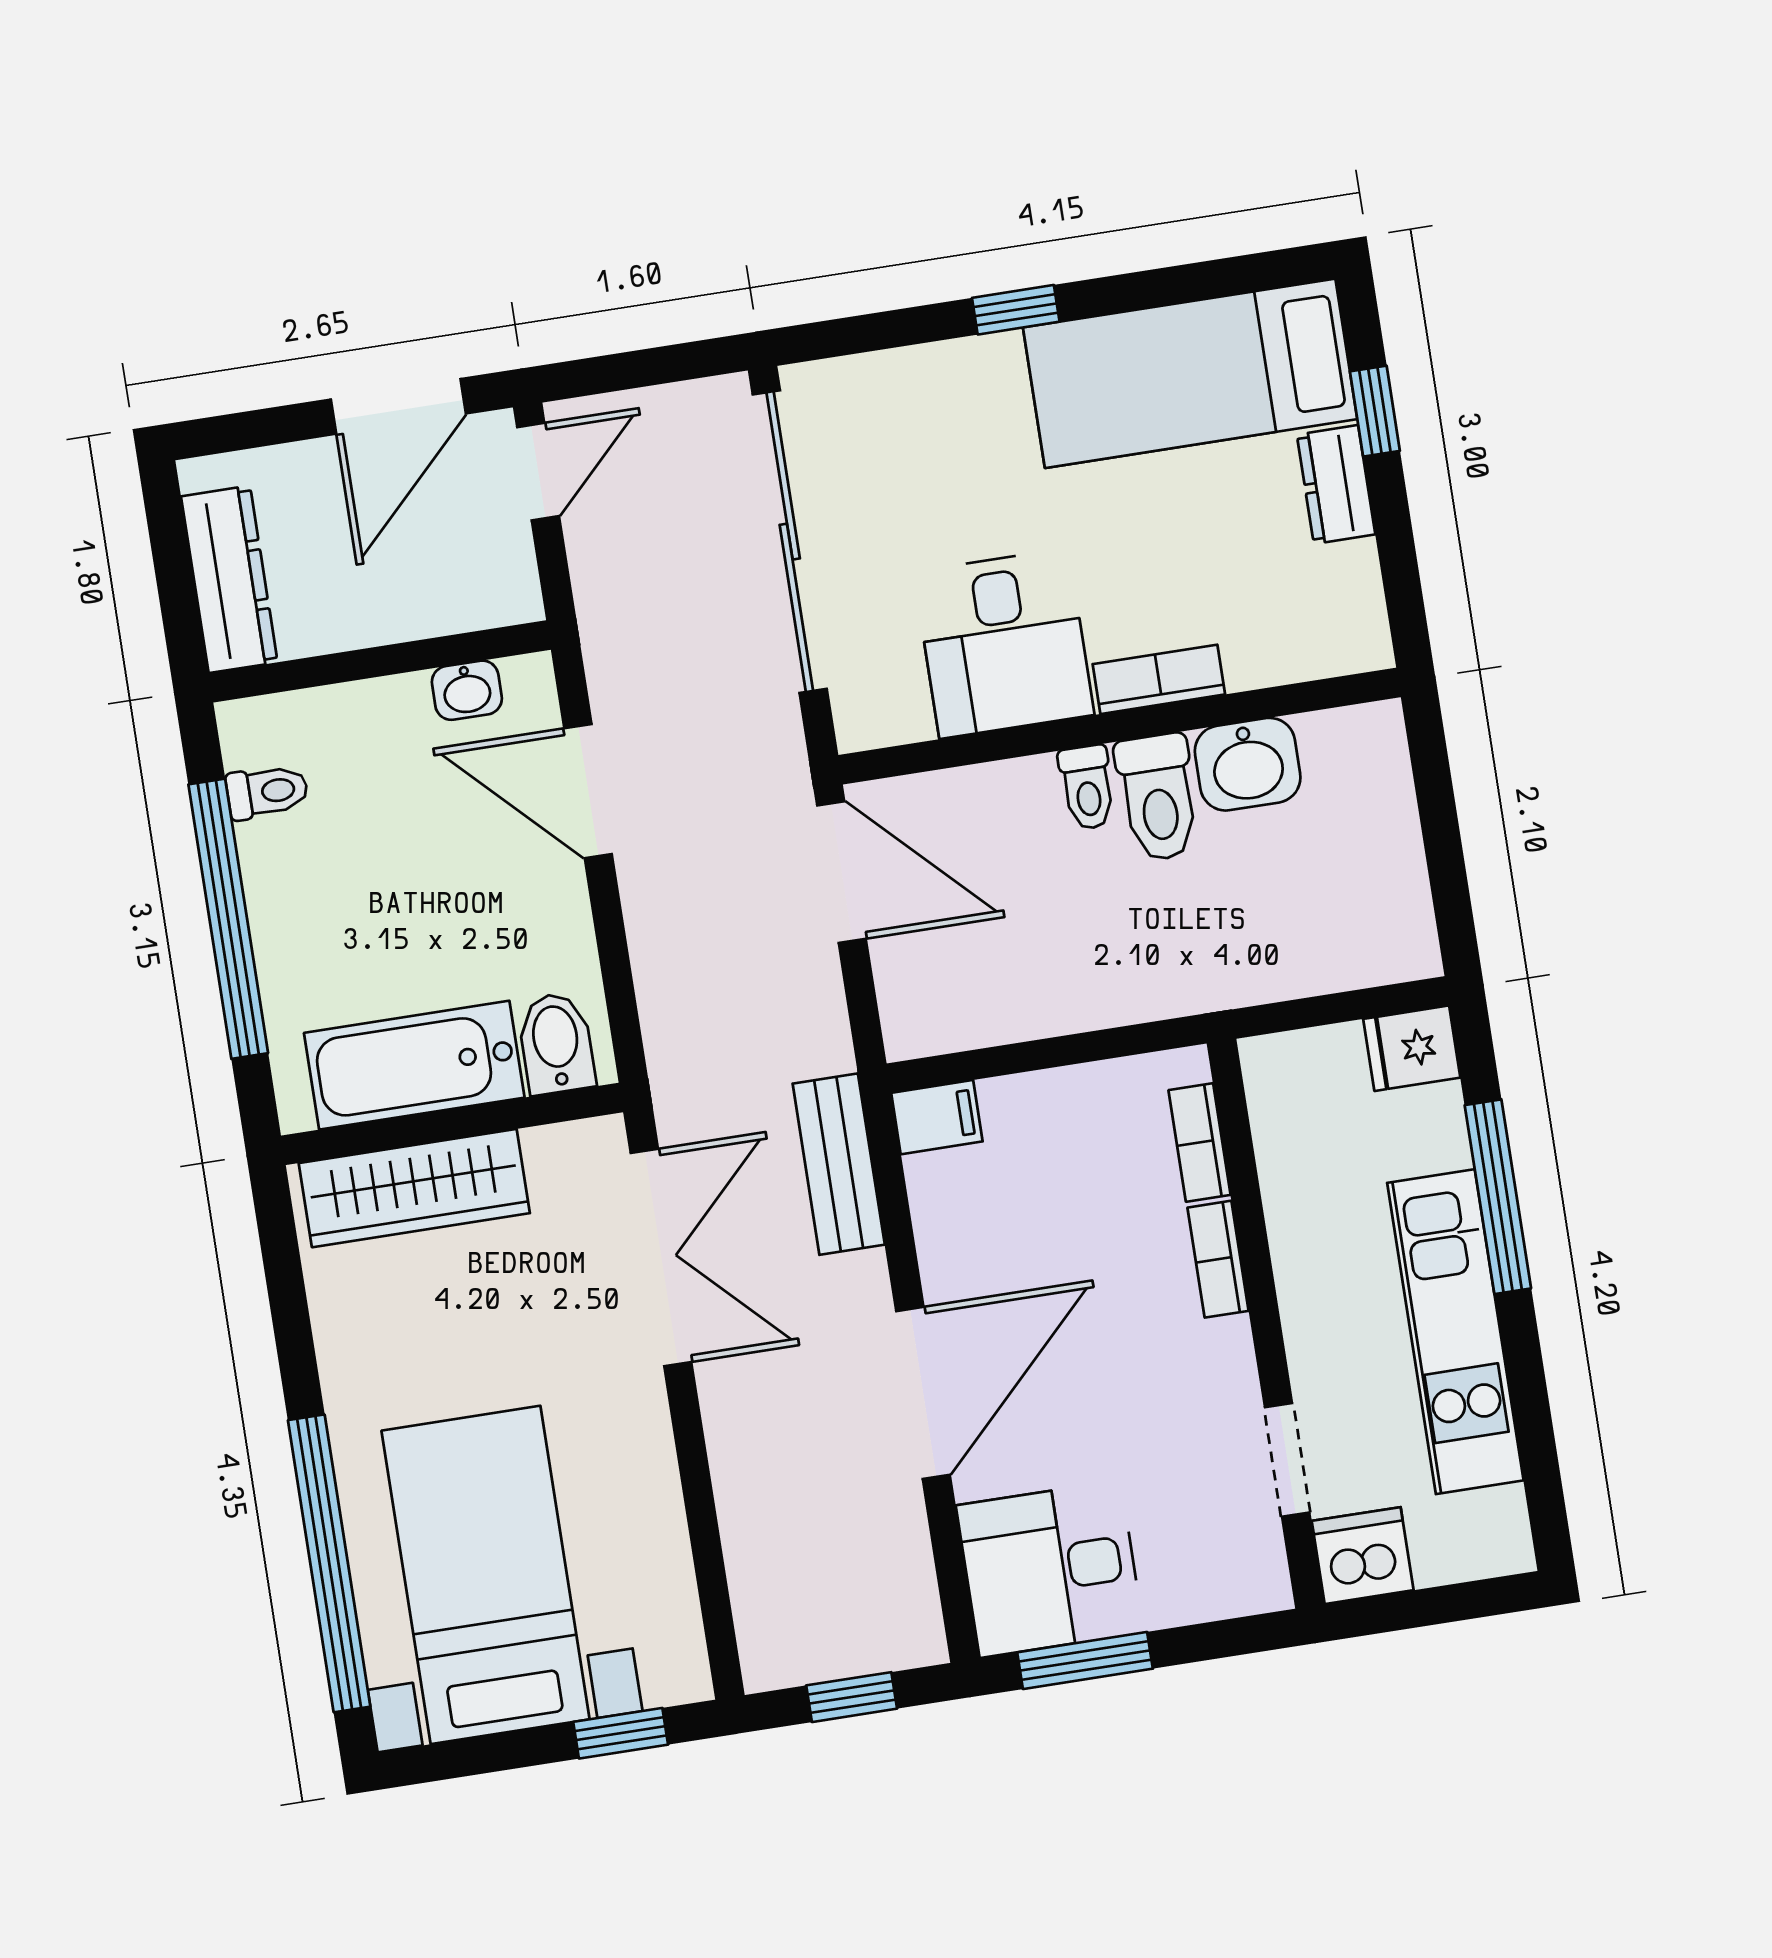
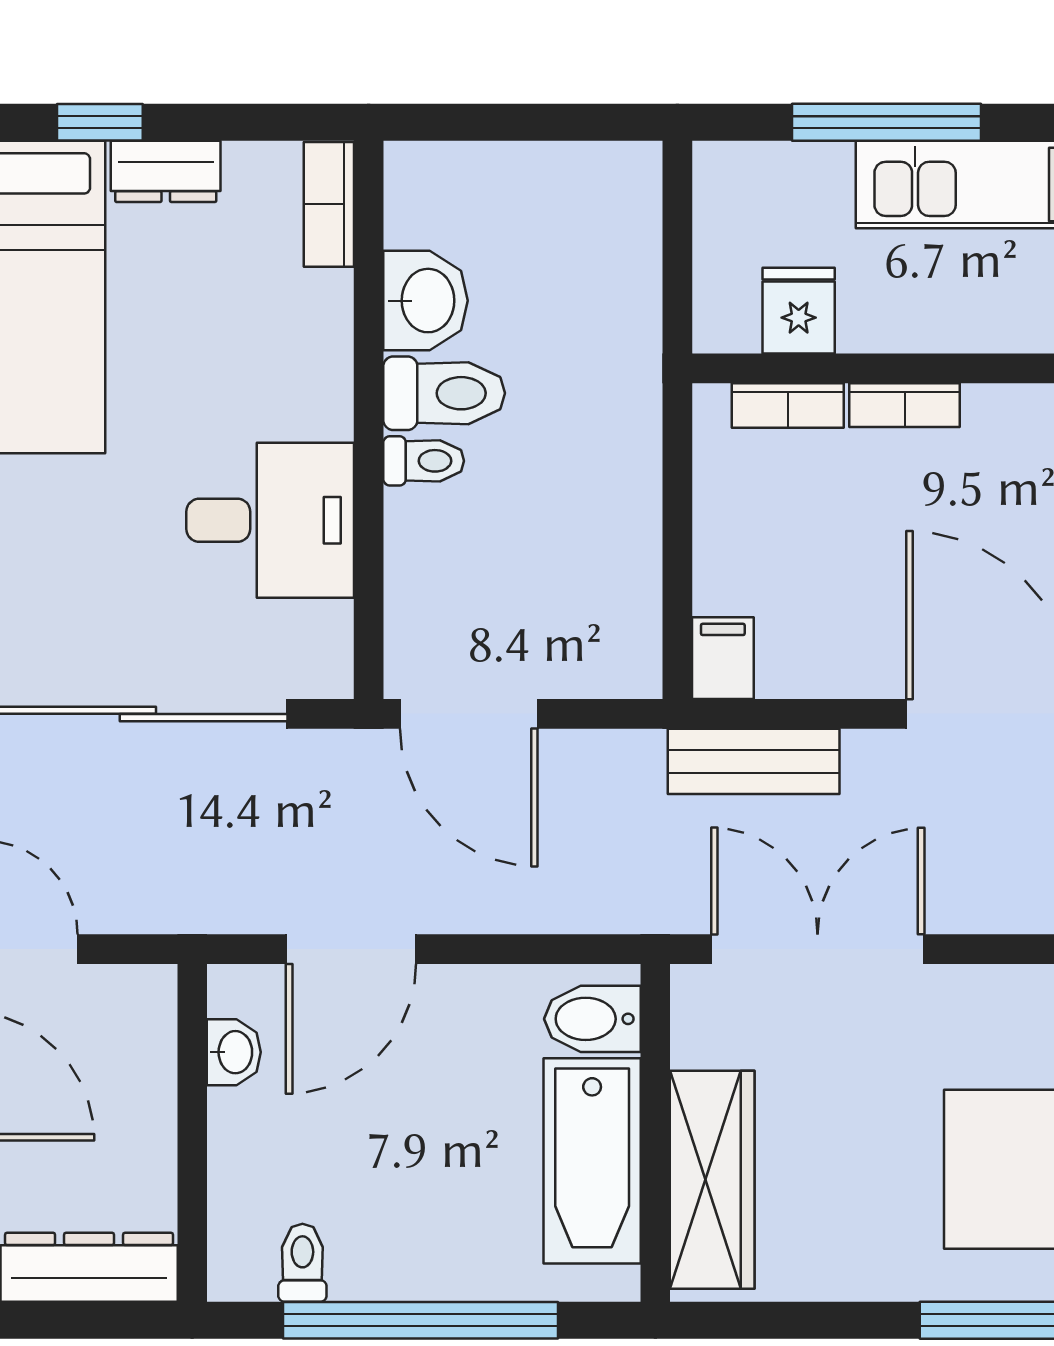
bookcase: (1159, 679) -> (329, 204), moved
door: (841, 872) -> (469, 714), swing flipped
fridge: (1412, 1048) -> (799, 311), moved, turned 180

